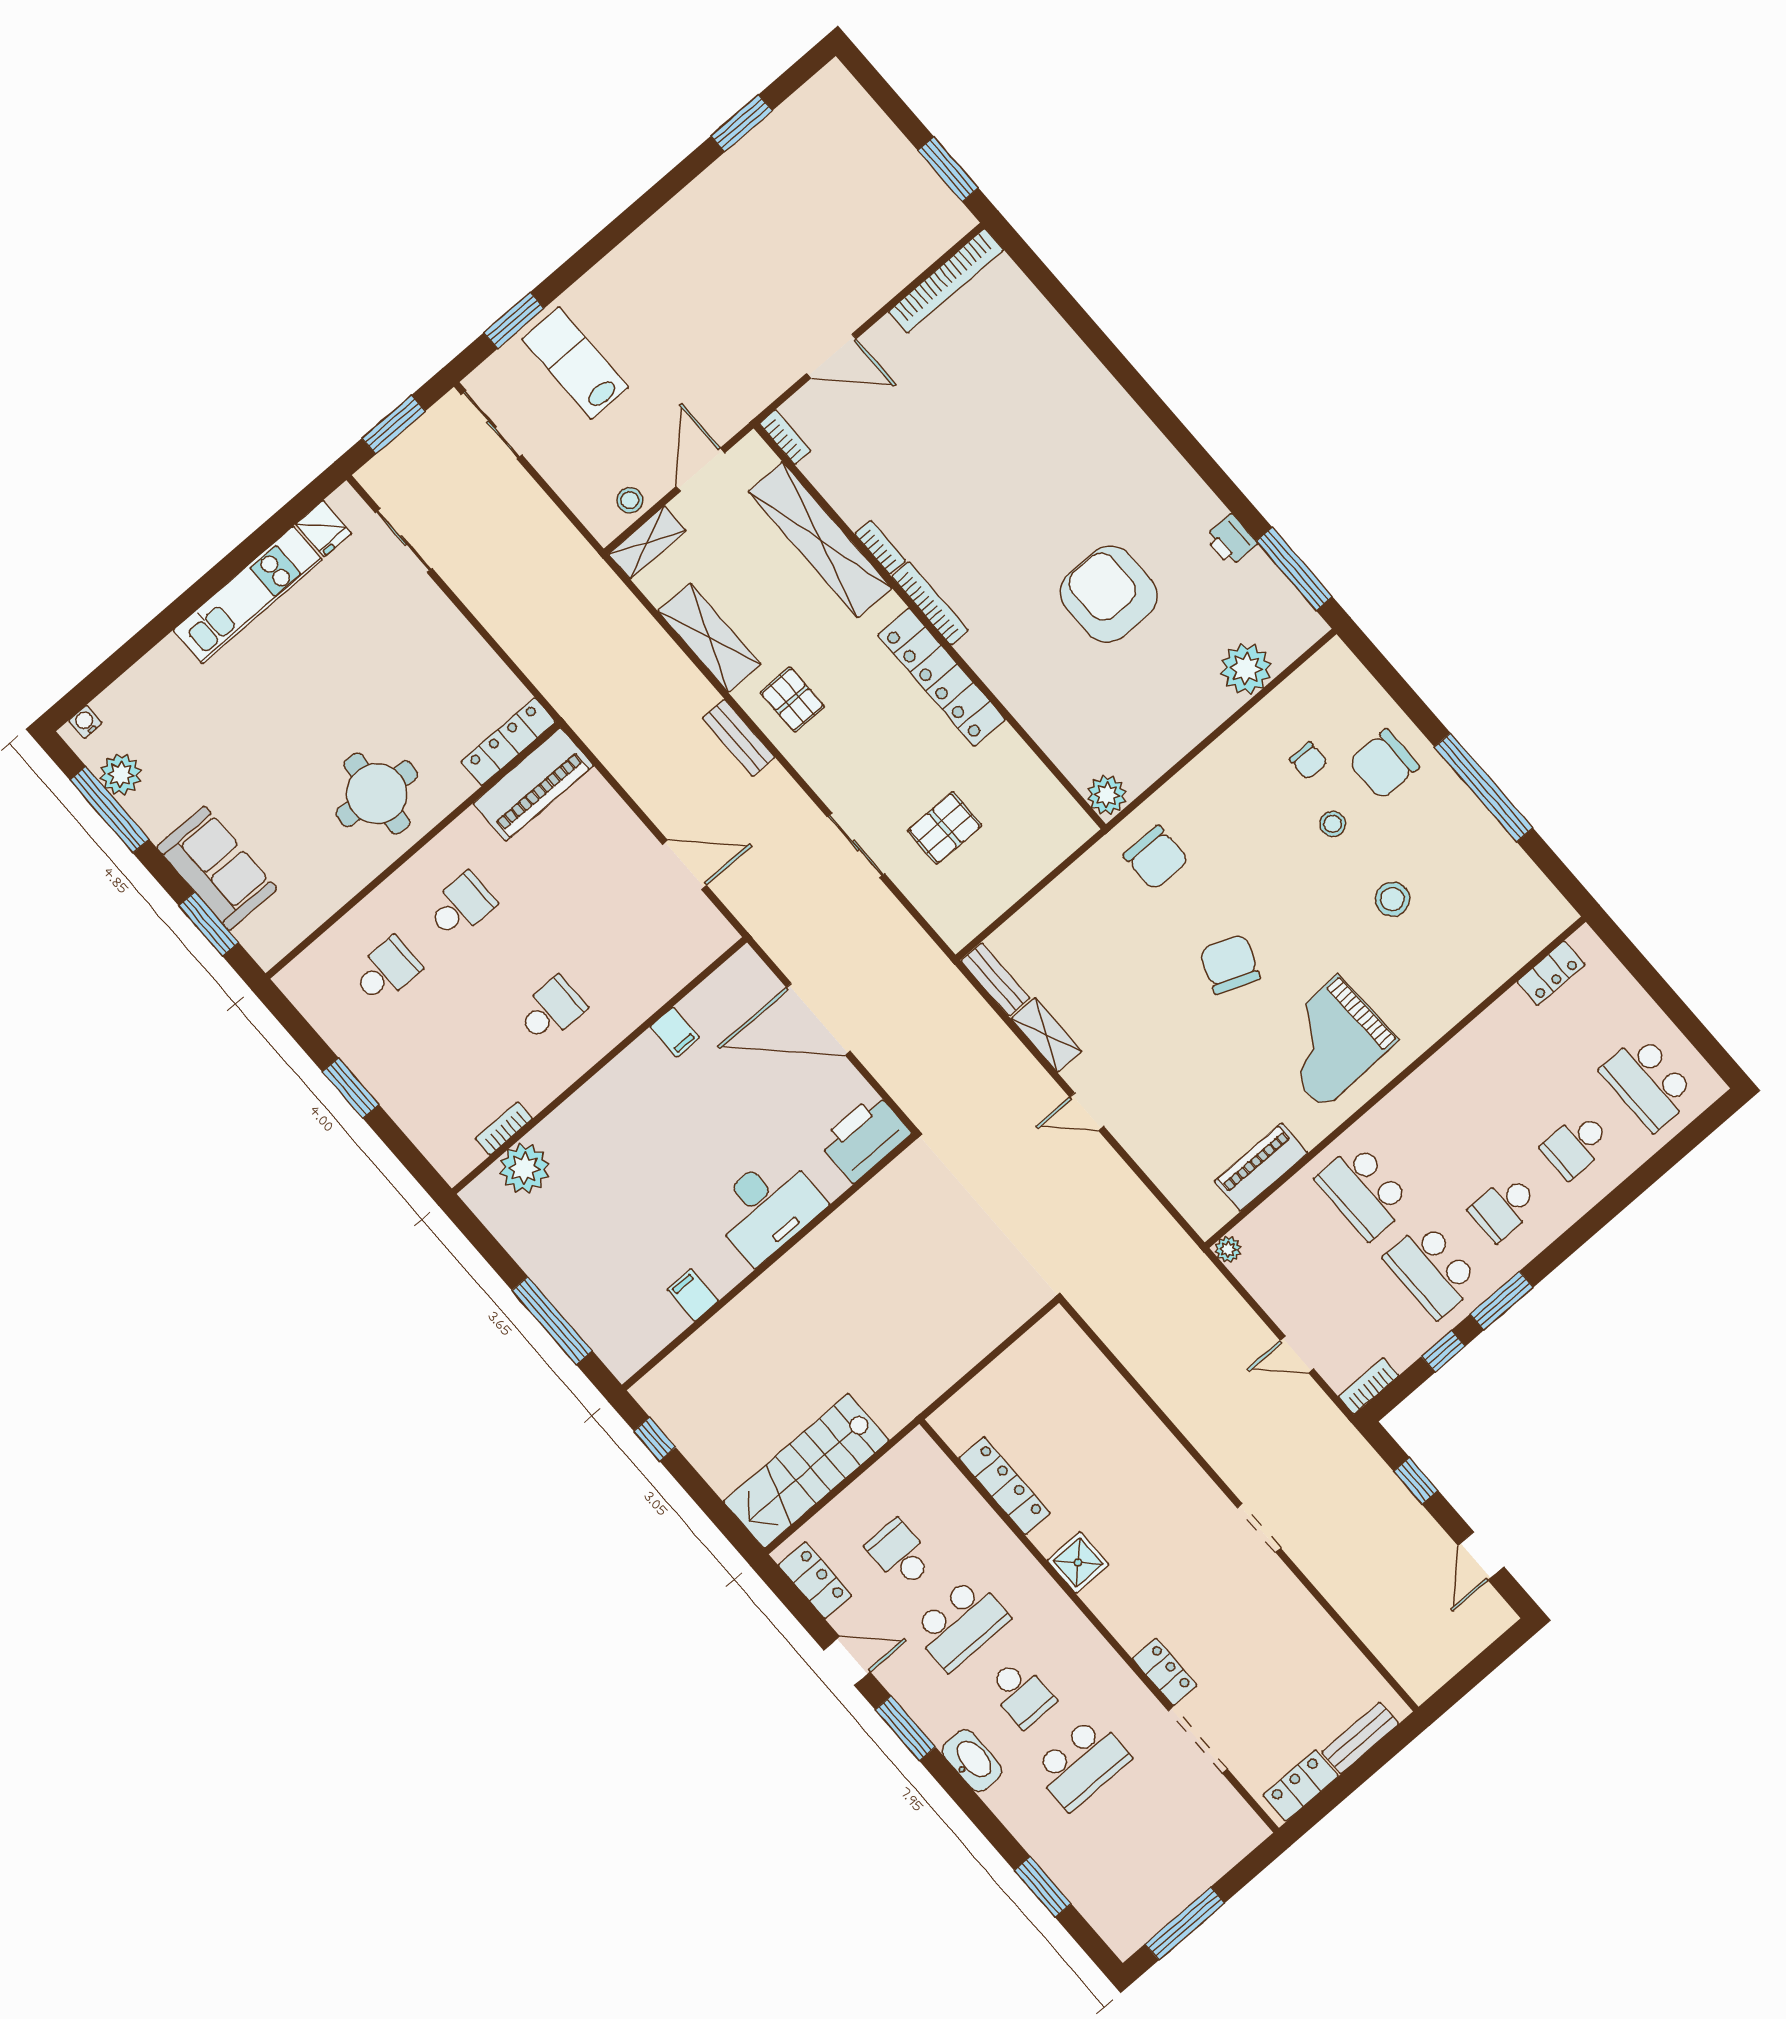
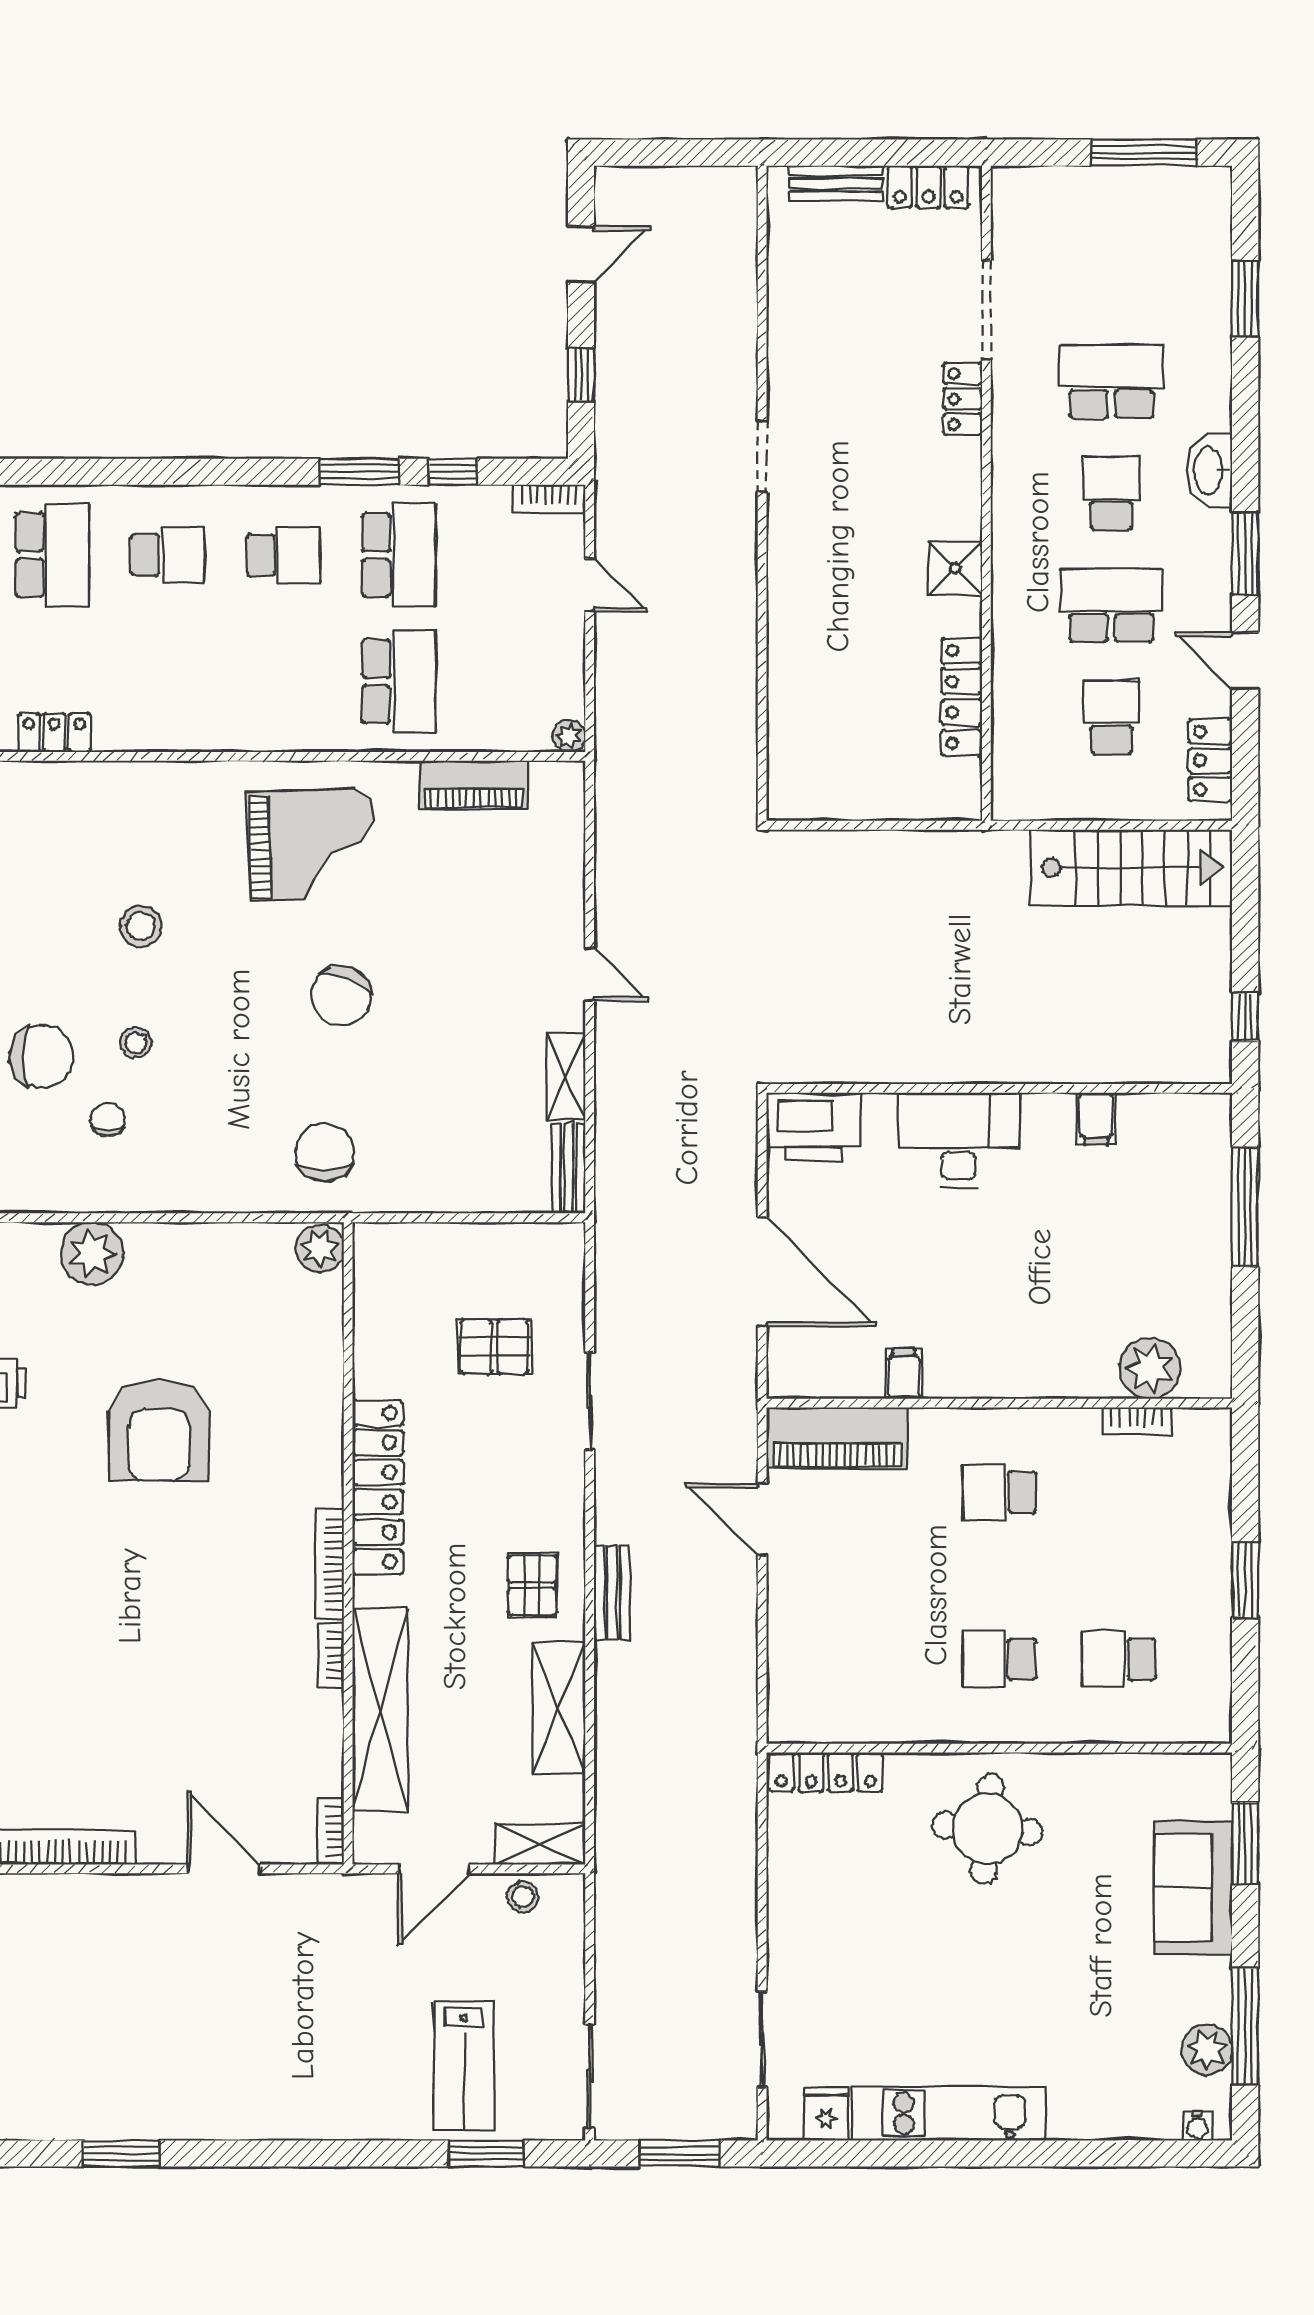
piano: (533, 784) -> (837, 1438), moved, turned 180
school desk: (900, 1554) -> (1111, 717), turned 180

